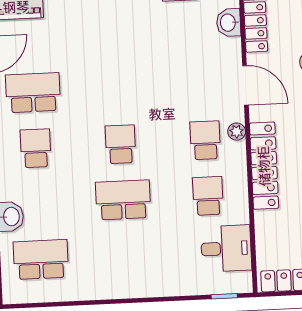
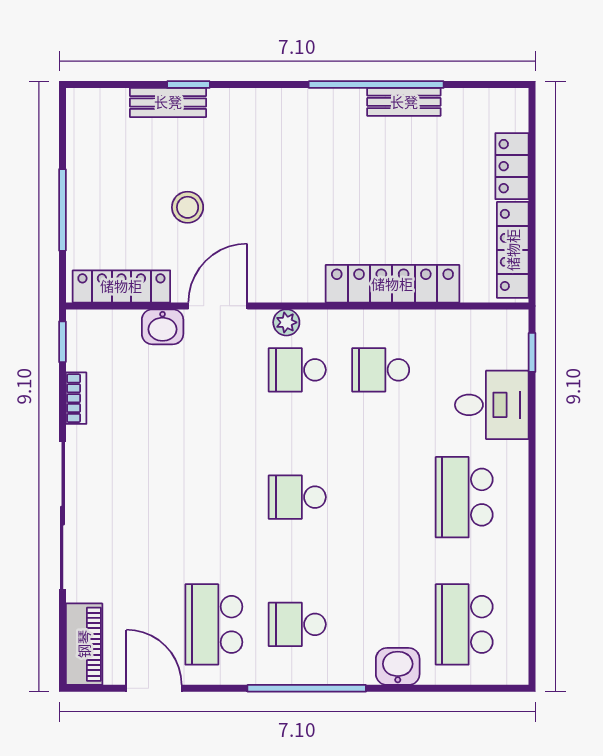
washbasin: (228, 23) -> (163, 327), moved
locker: (264, 166) -> (392, 284), moved
school desk: (123, 200) -> (464, 497), moved
desk: (226, 248) -> (492, 405), moved, turned 90

